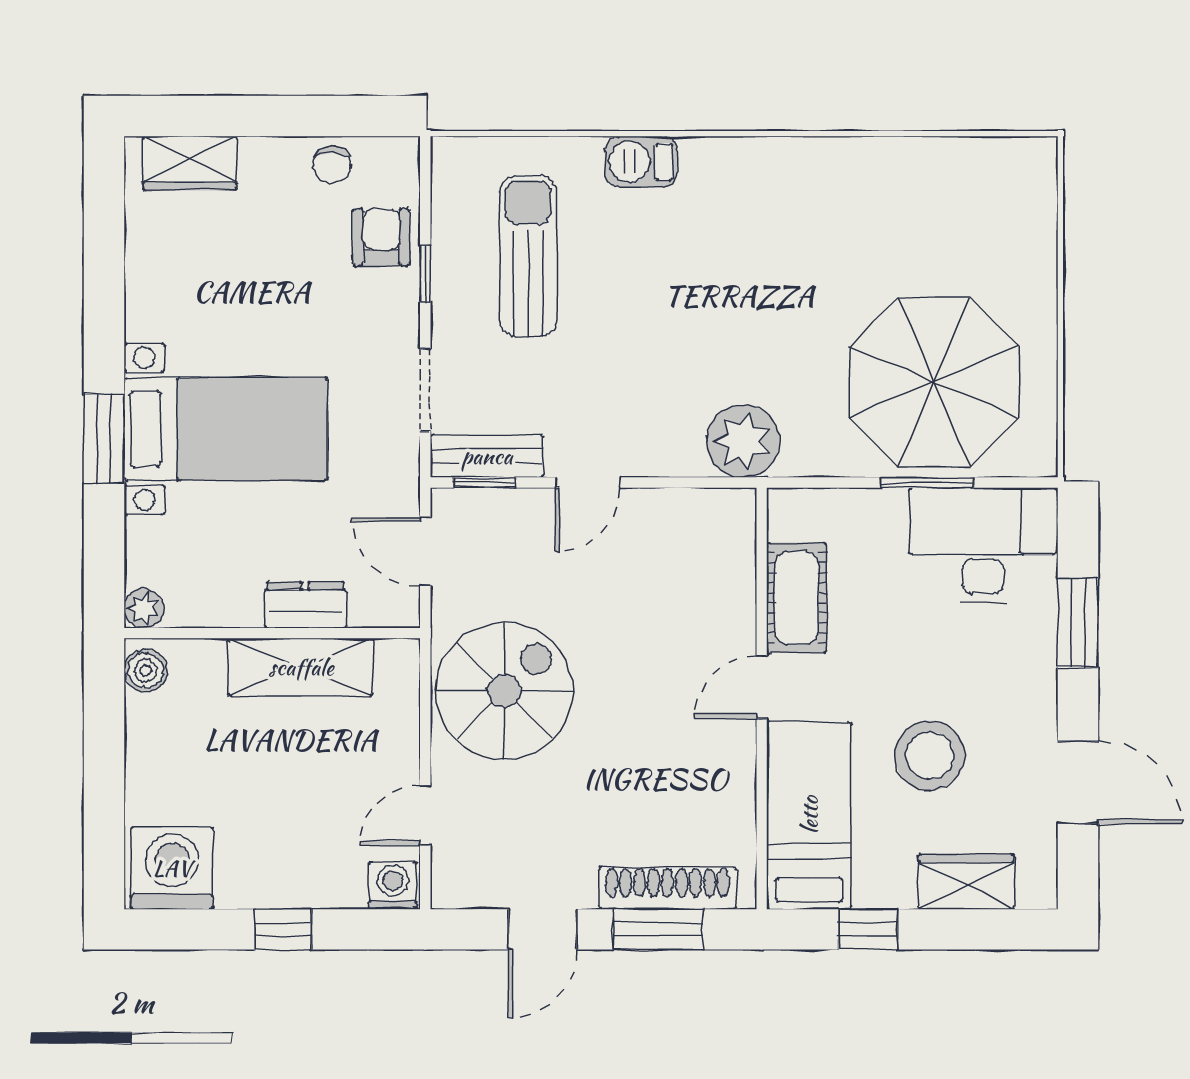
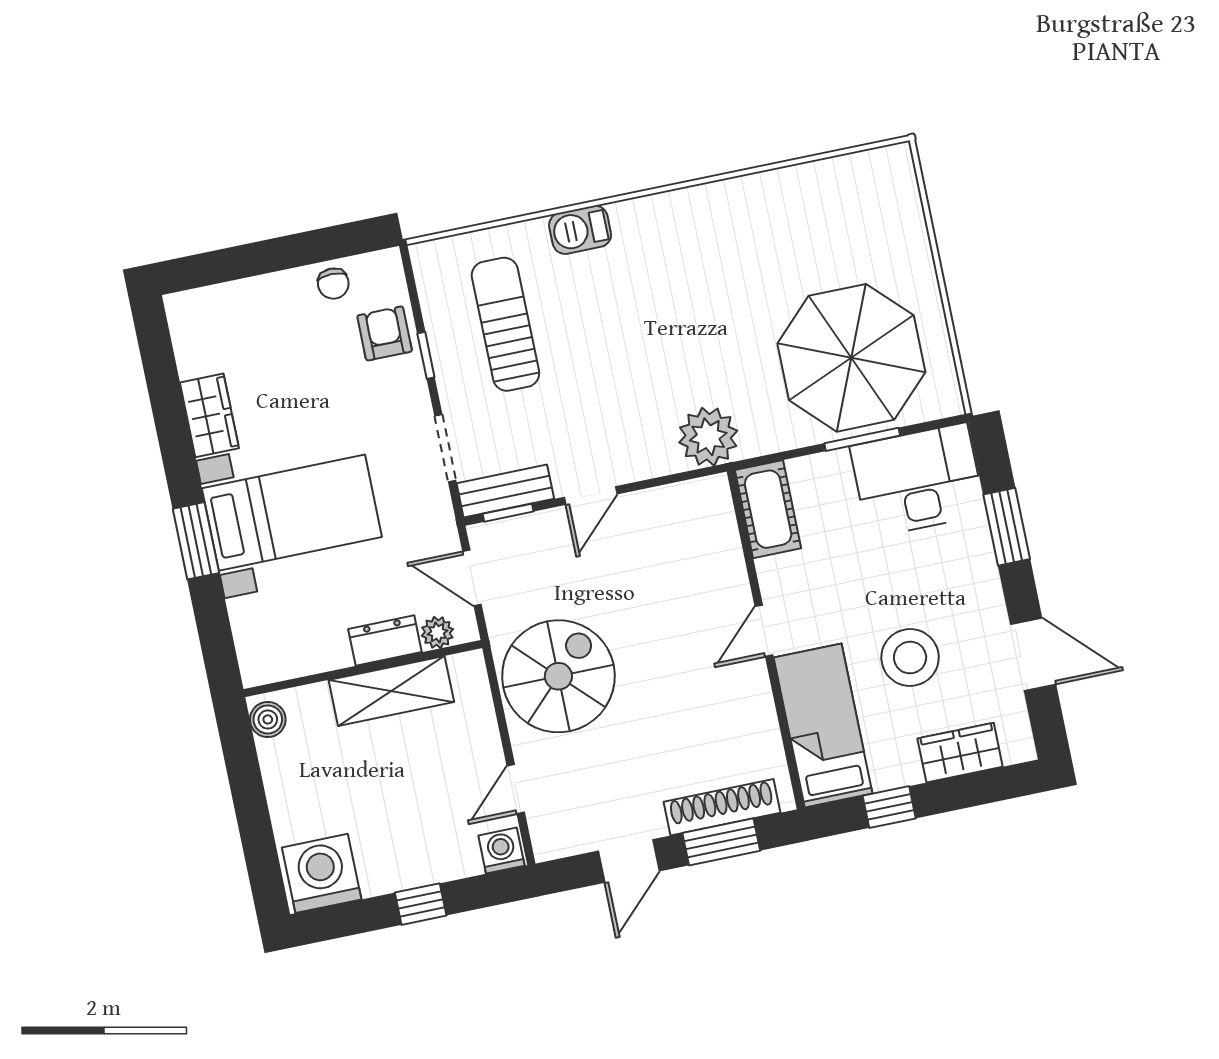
wardrobe: (190, 163) -> (209, 415), moved, turned -90
cot: (797, 598) -> (768, 509), moved
plant: (144, 608) -> (437, 633), moved

